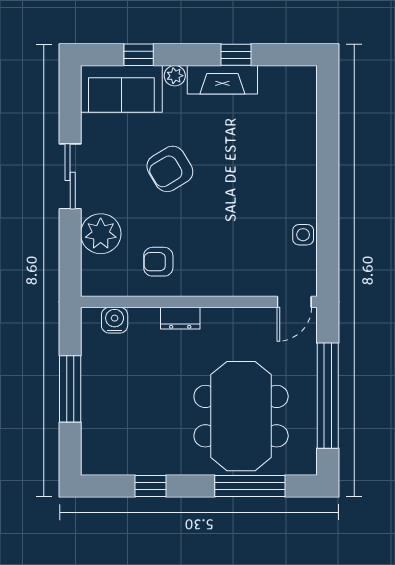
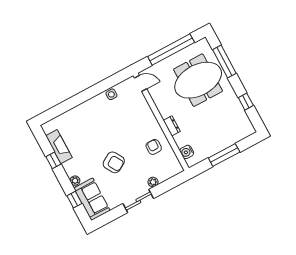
fireplace: (222, 80) -> (59, 147), moved
plant: (101, 234) -> (153, 182), width x0.53, depth x0.53
armchair: (158, 262) -> (154, 147), turned 180

